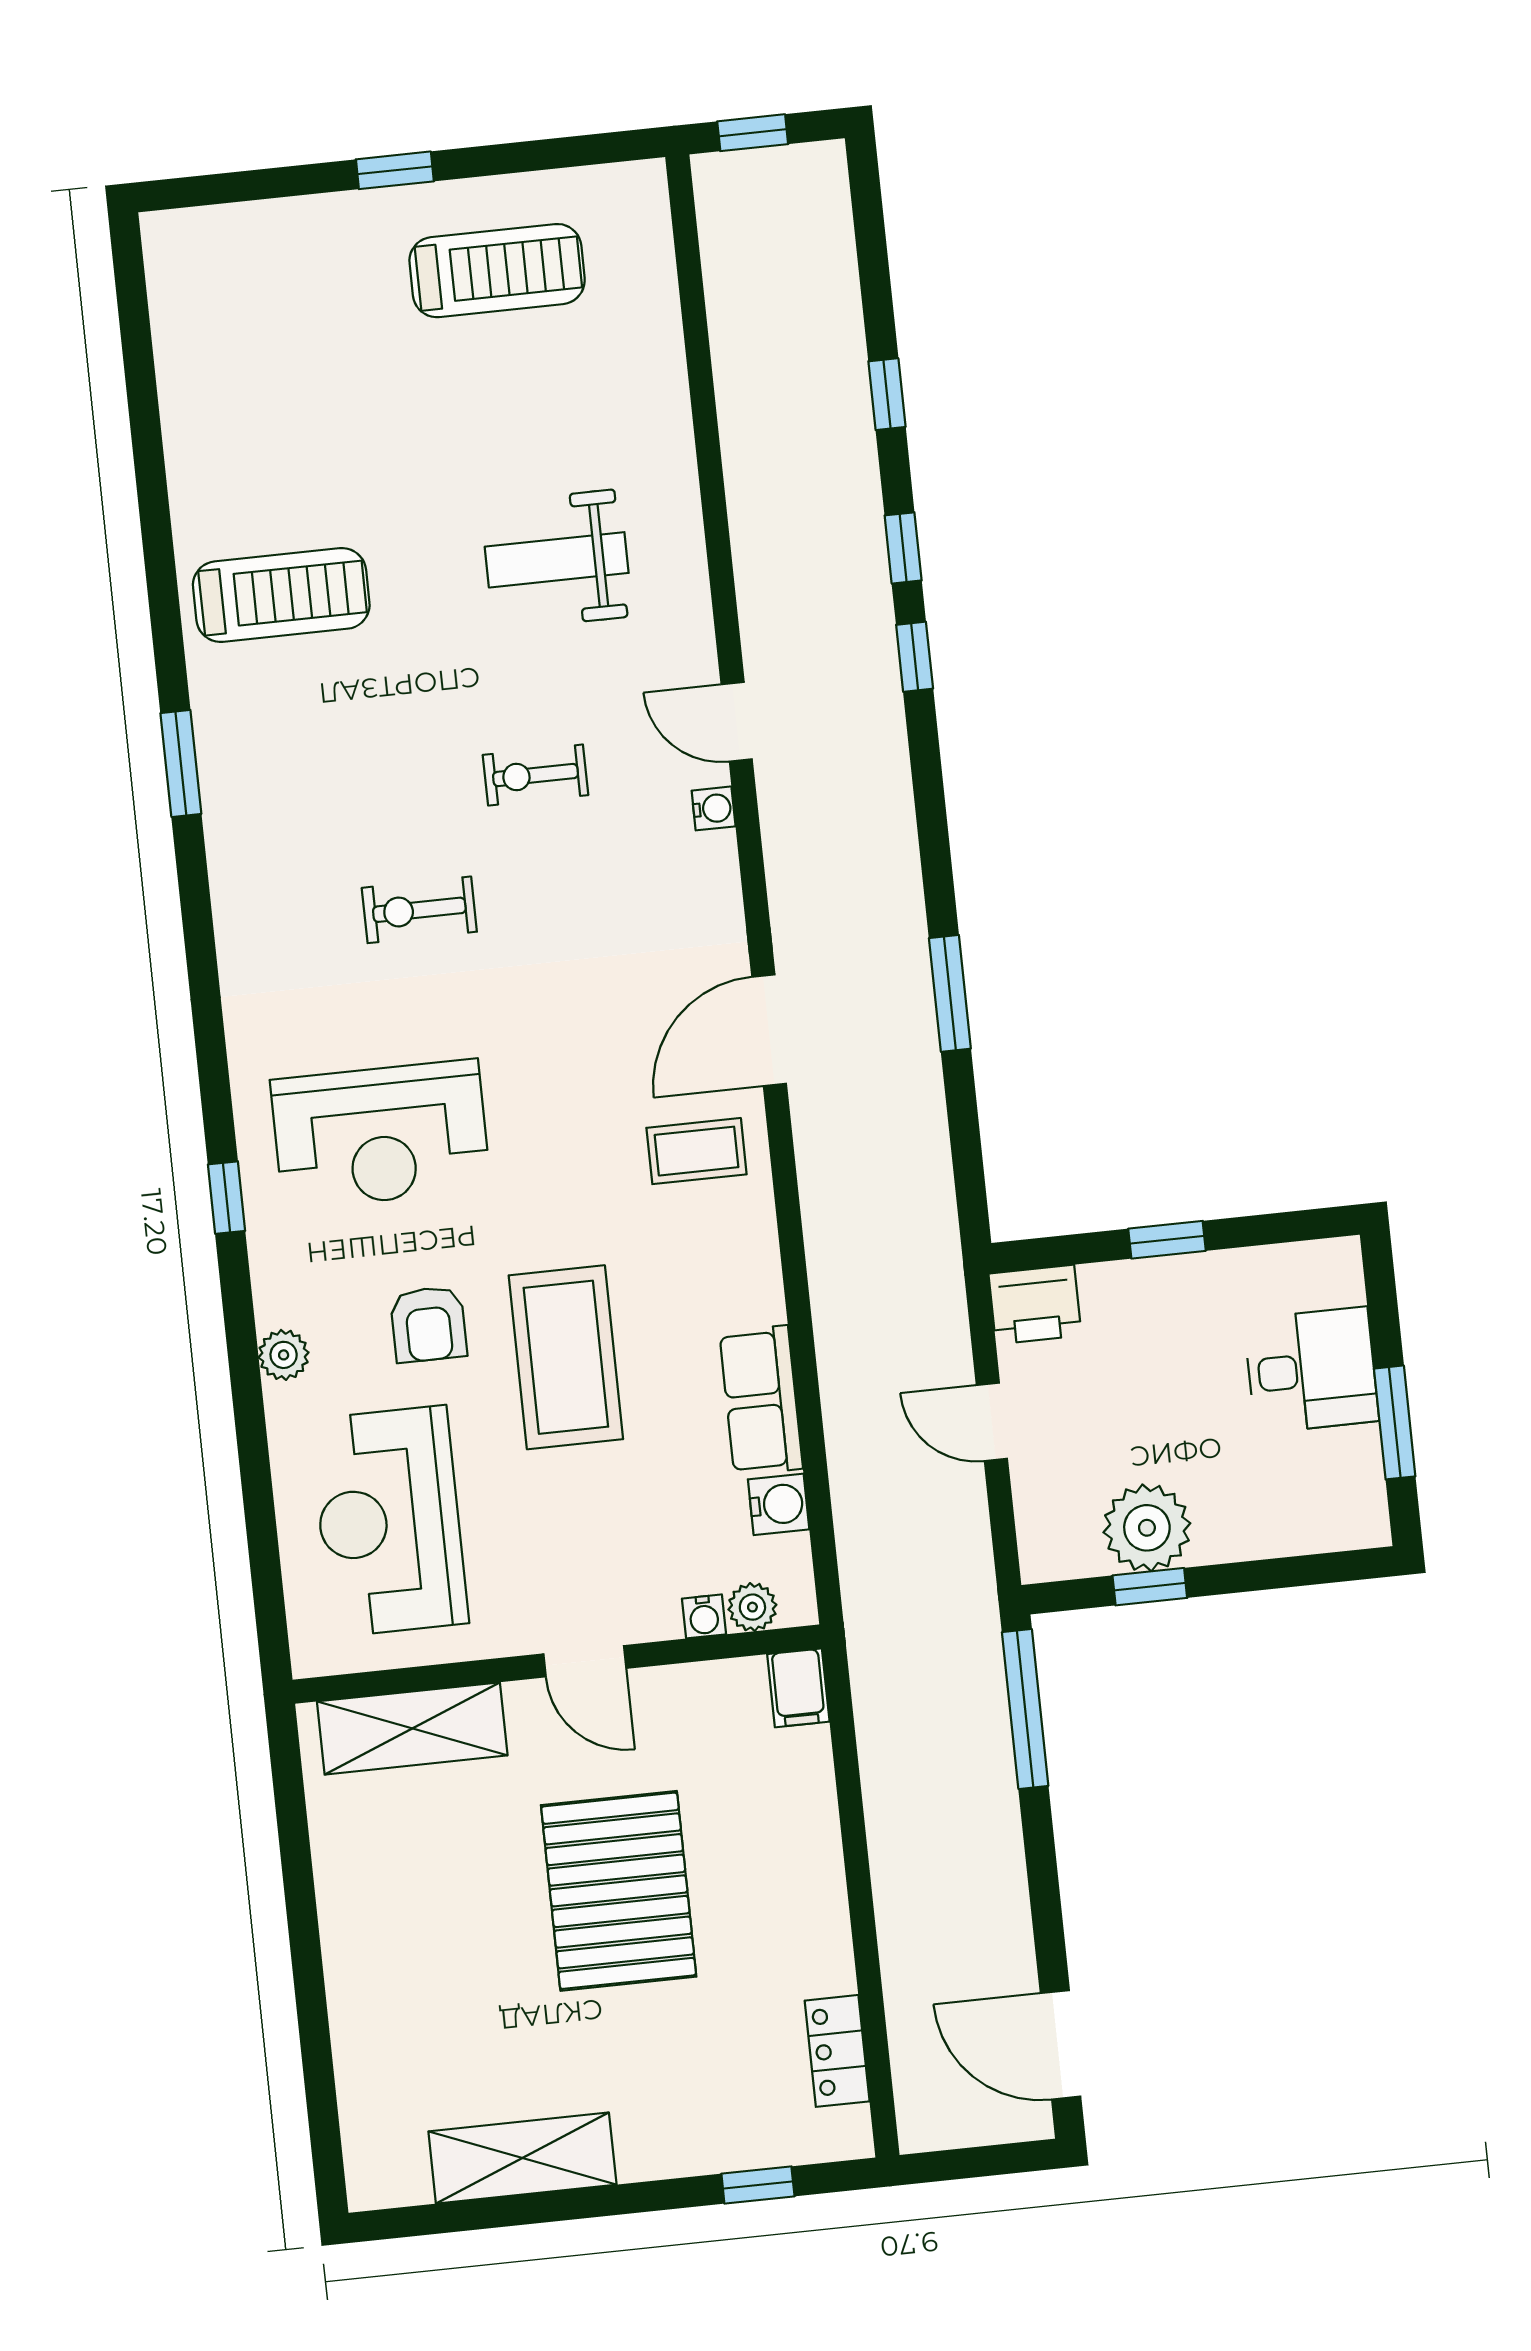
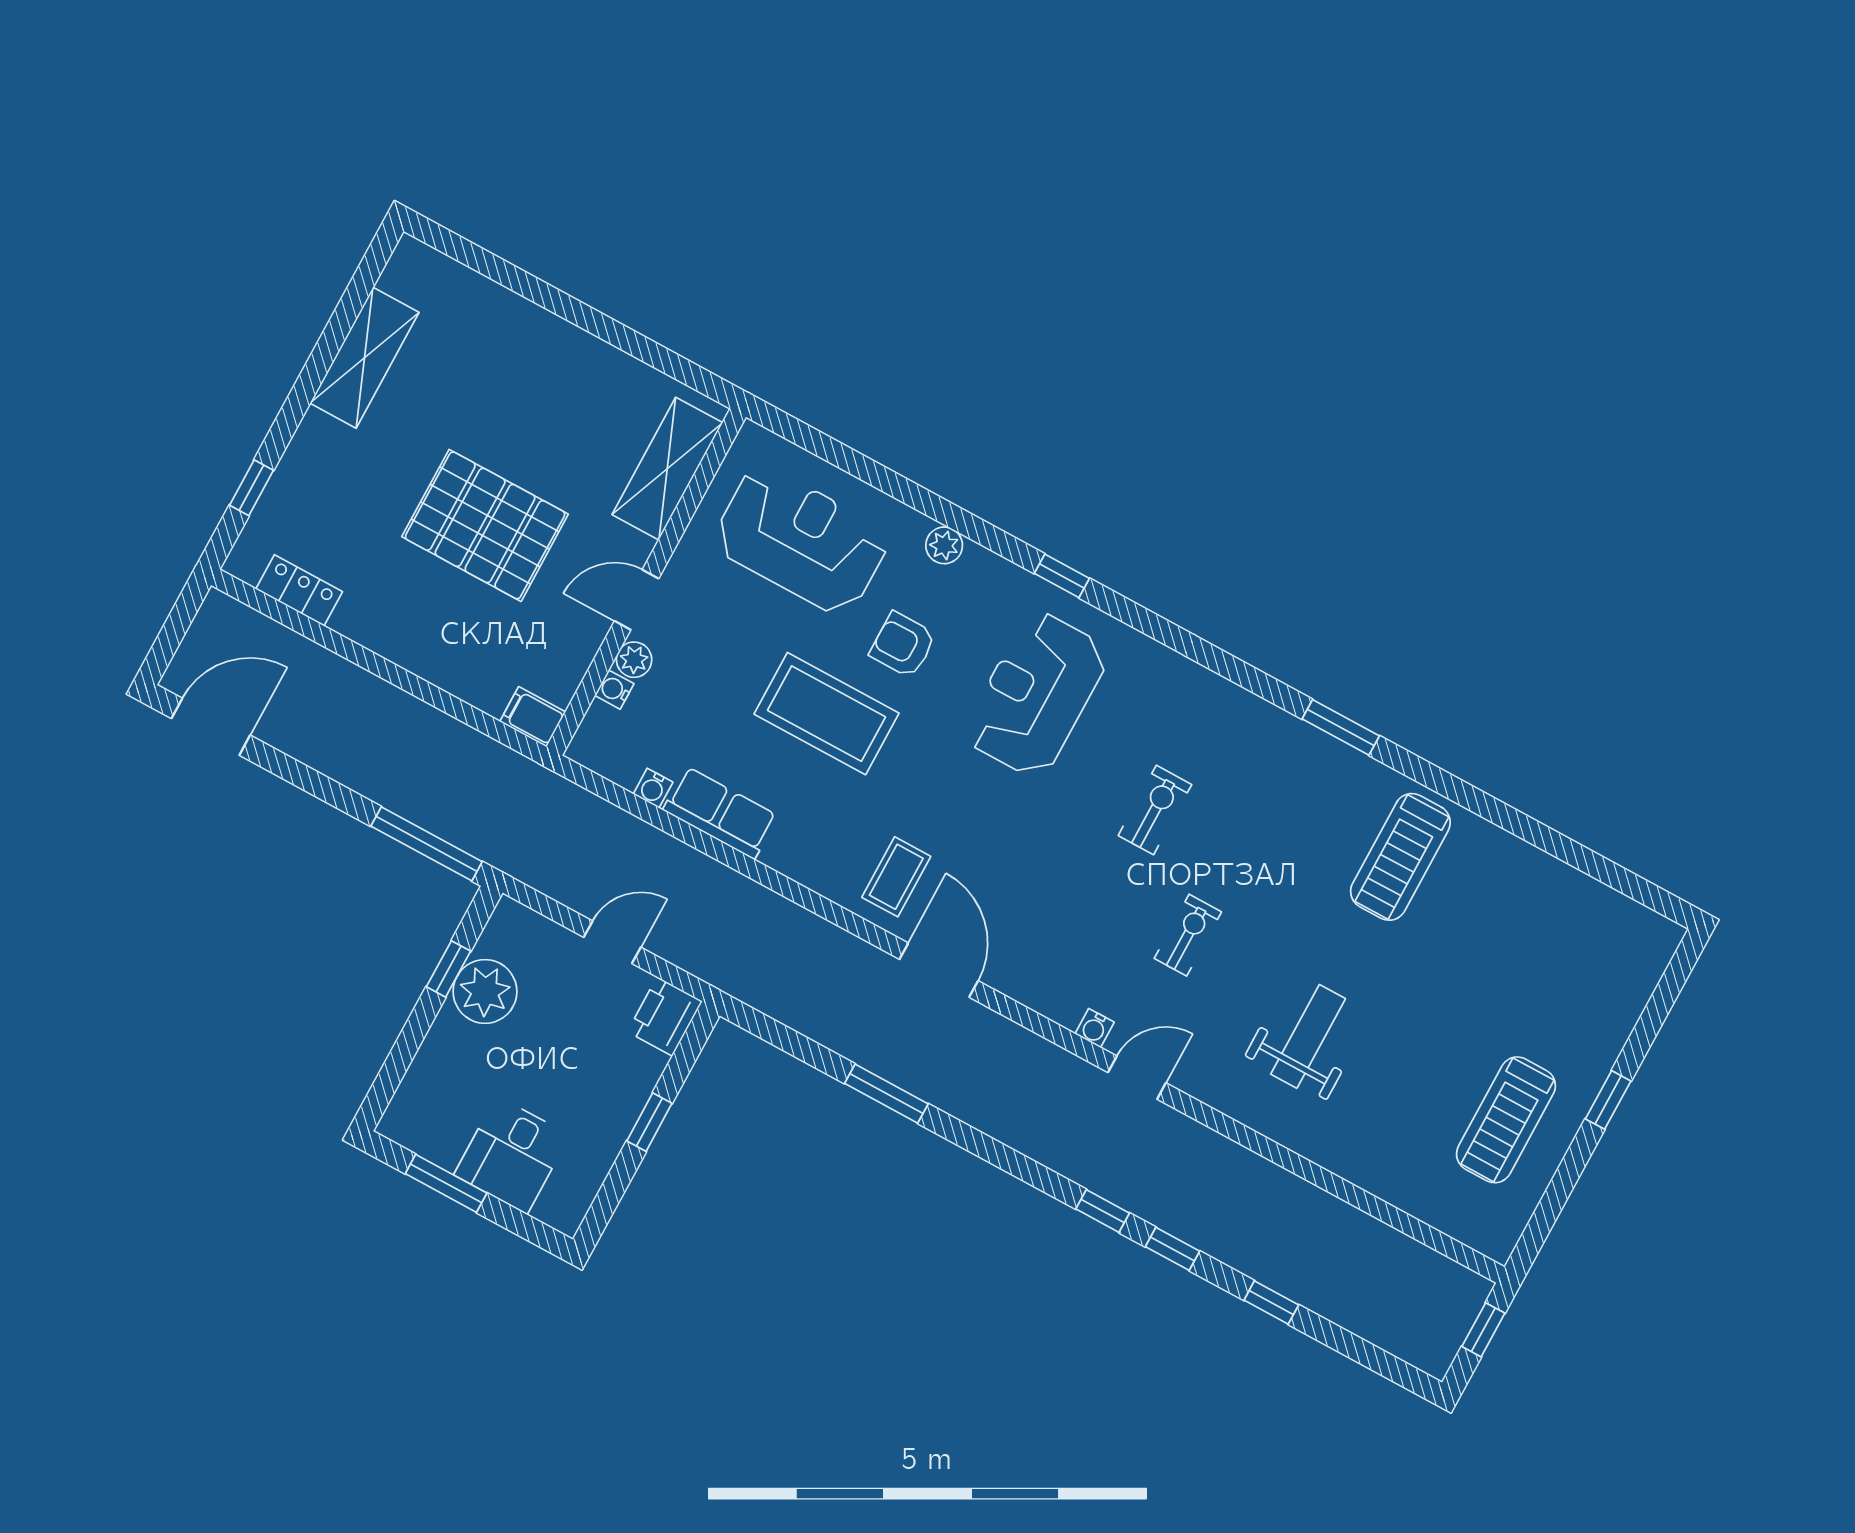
water cooler: (779, 1504) -> (653, 788), width x0.72, depth x0.72
plant: (752, 1607) -> (634, 660), moved

